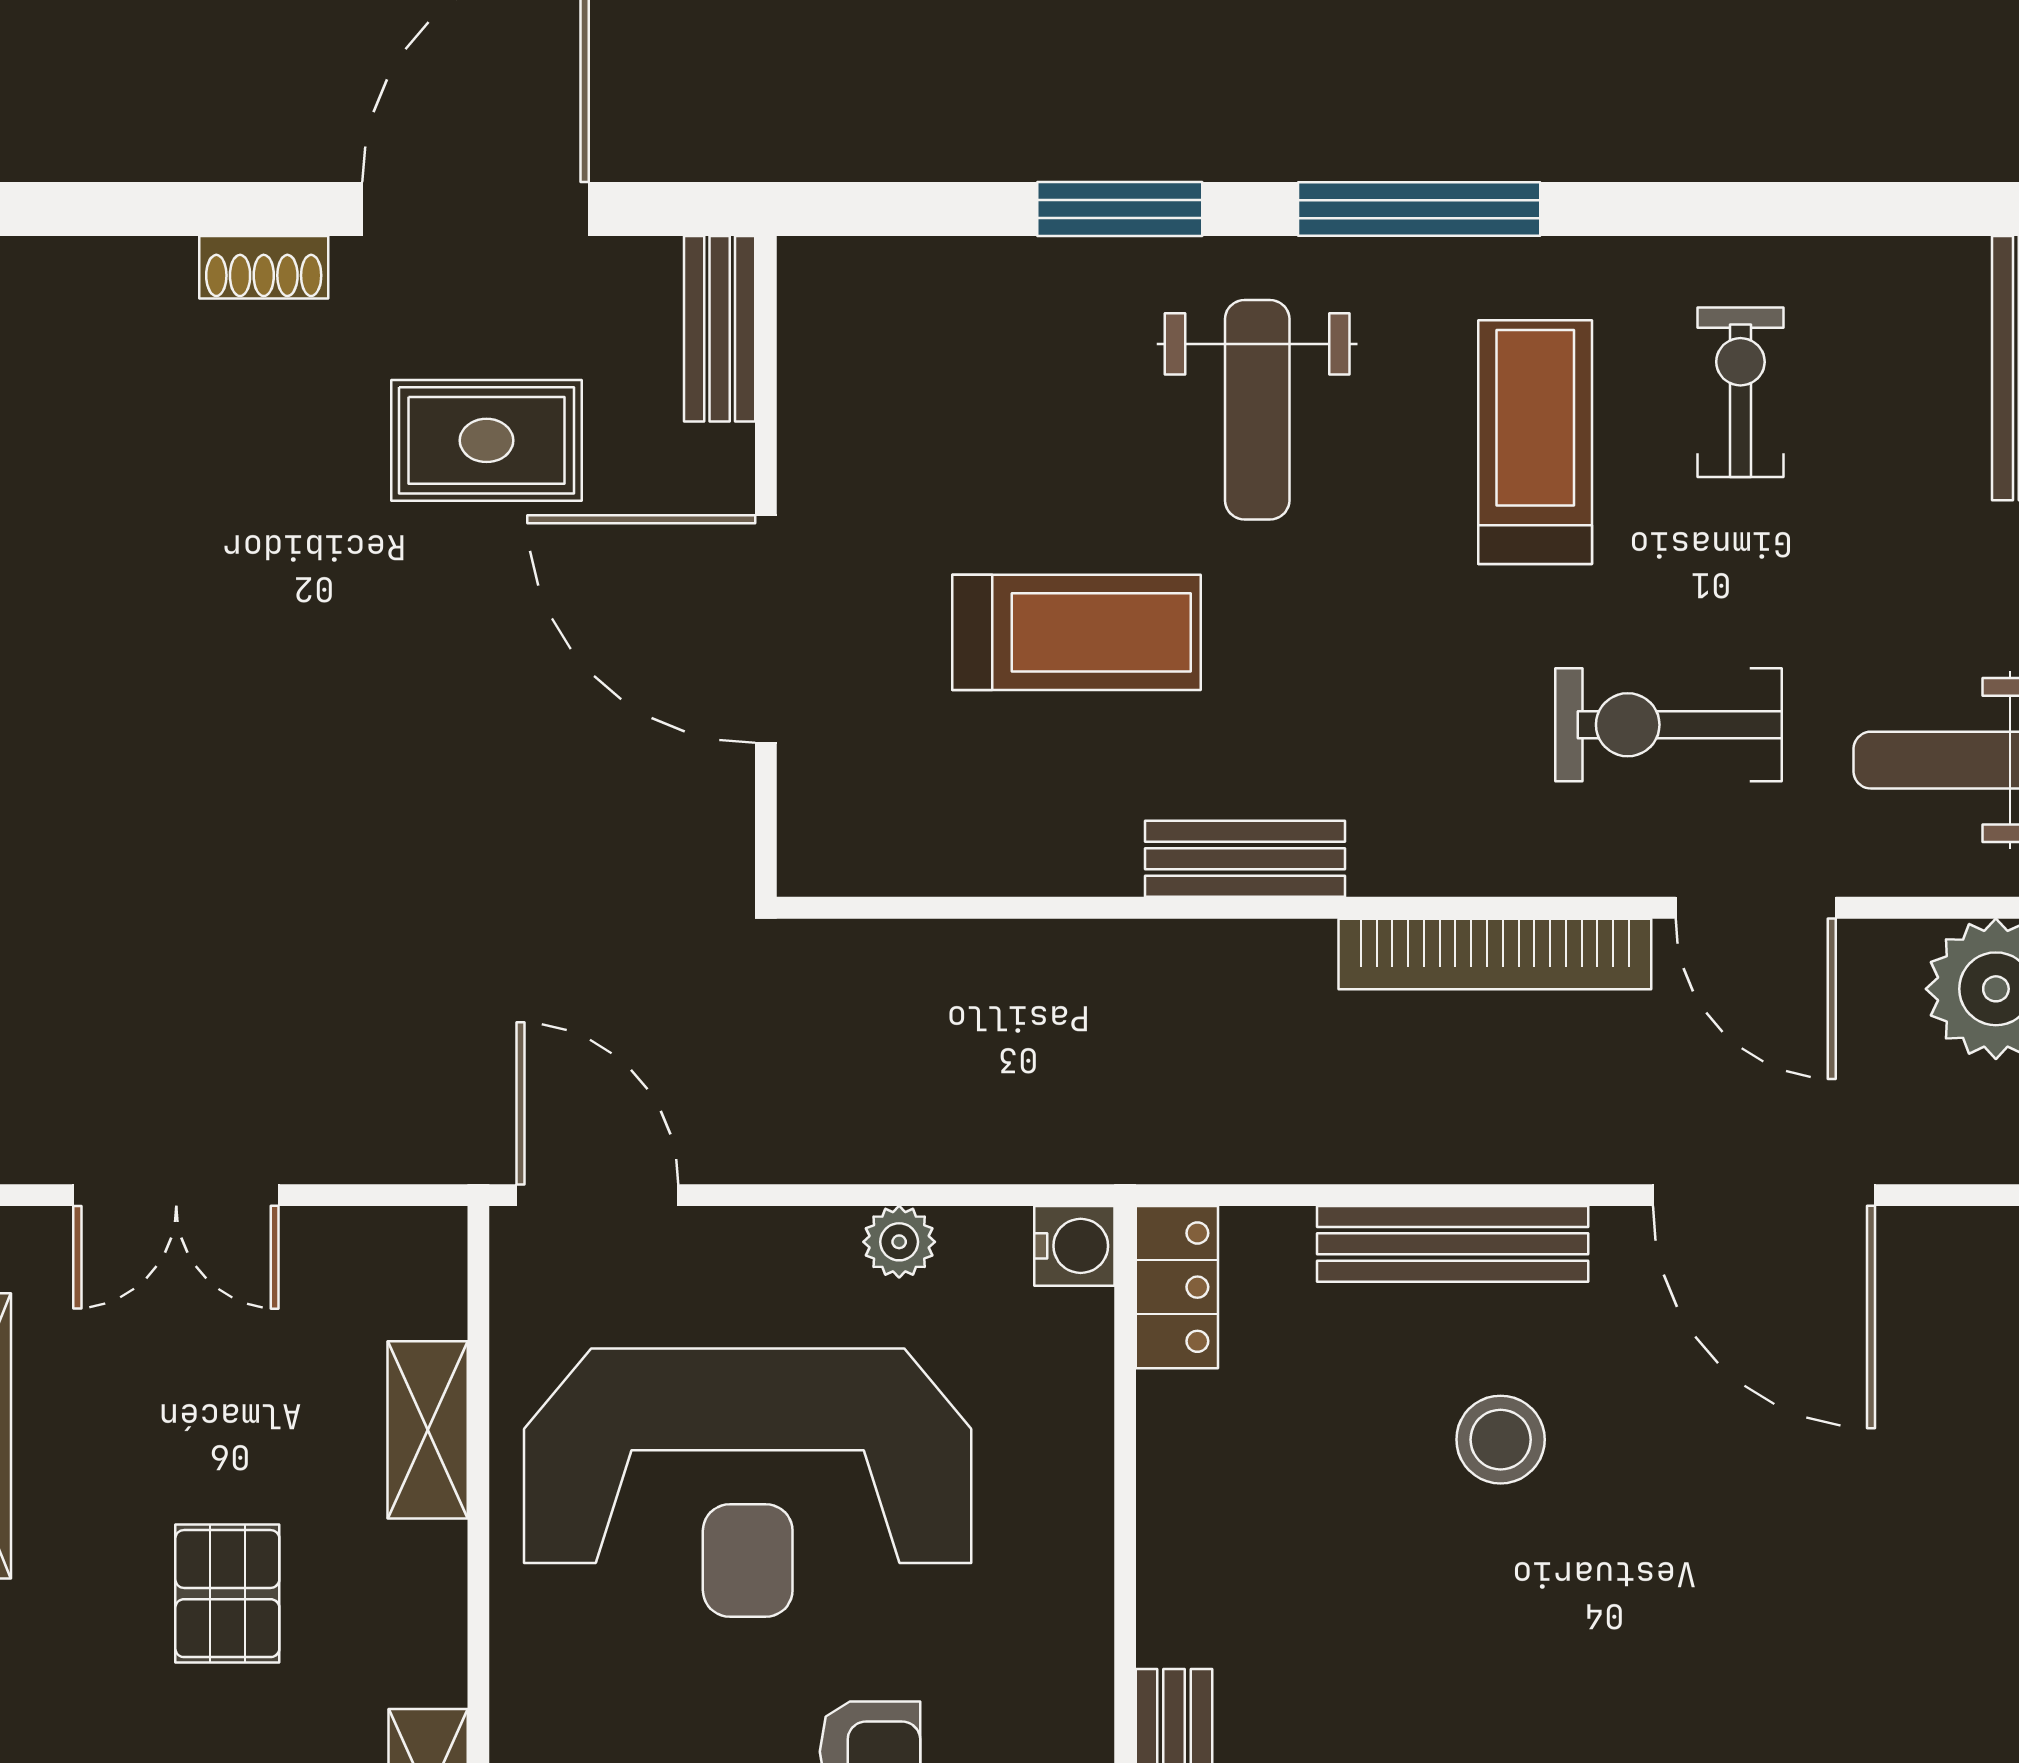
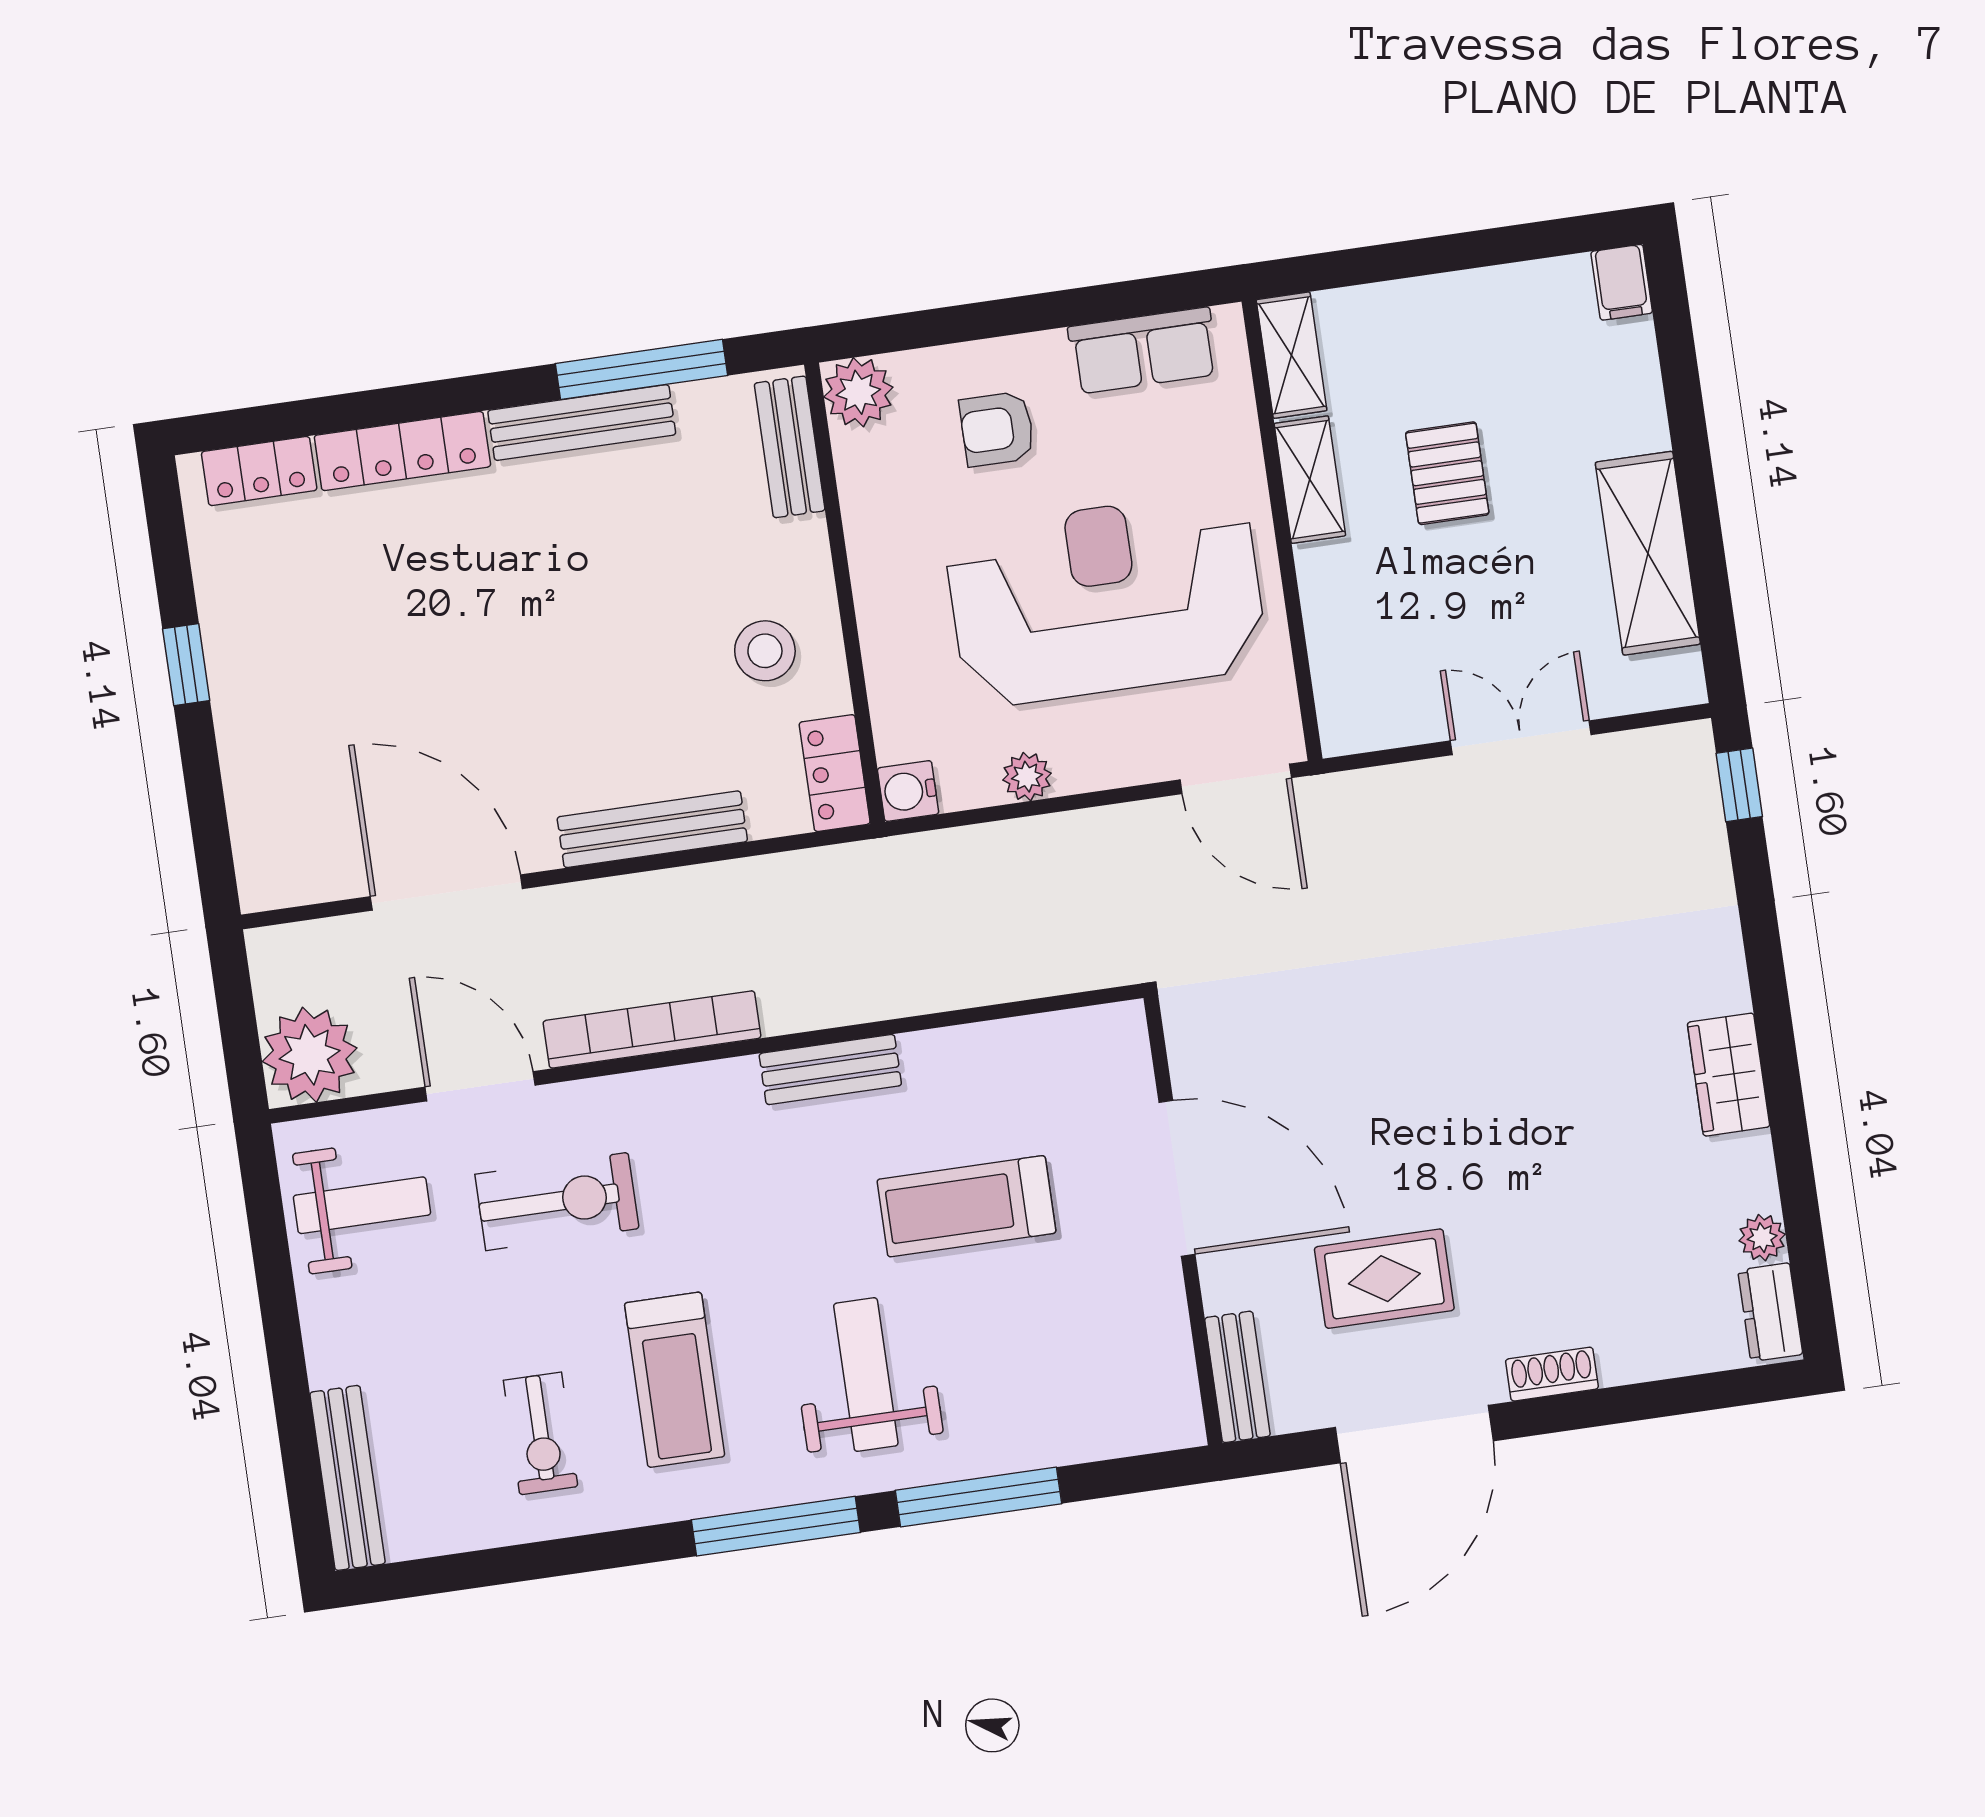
window: (1120, 209) -> (978, 1497), width x1.44
shelving: (428, 1430) -> (1310, 480), moved
stool: (1501, 1440) -> (765, 651), moved

